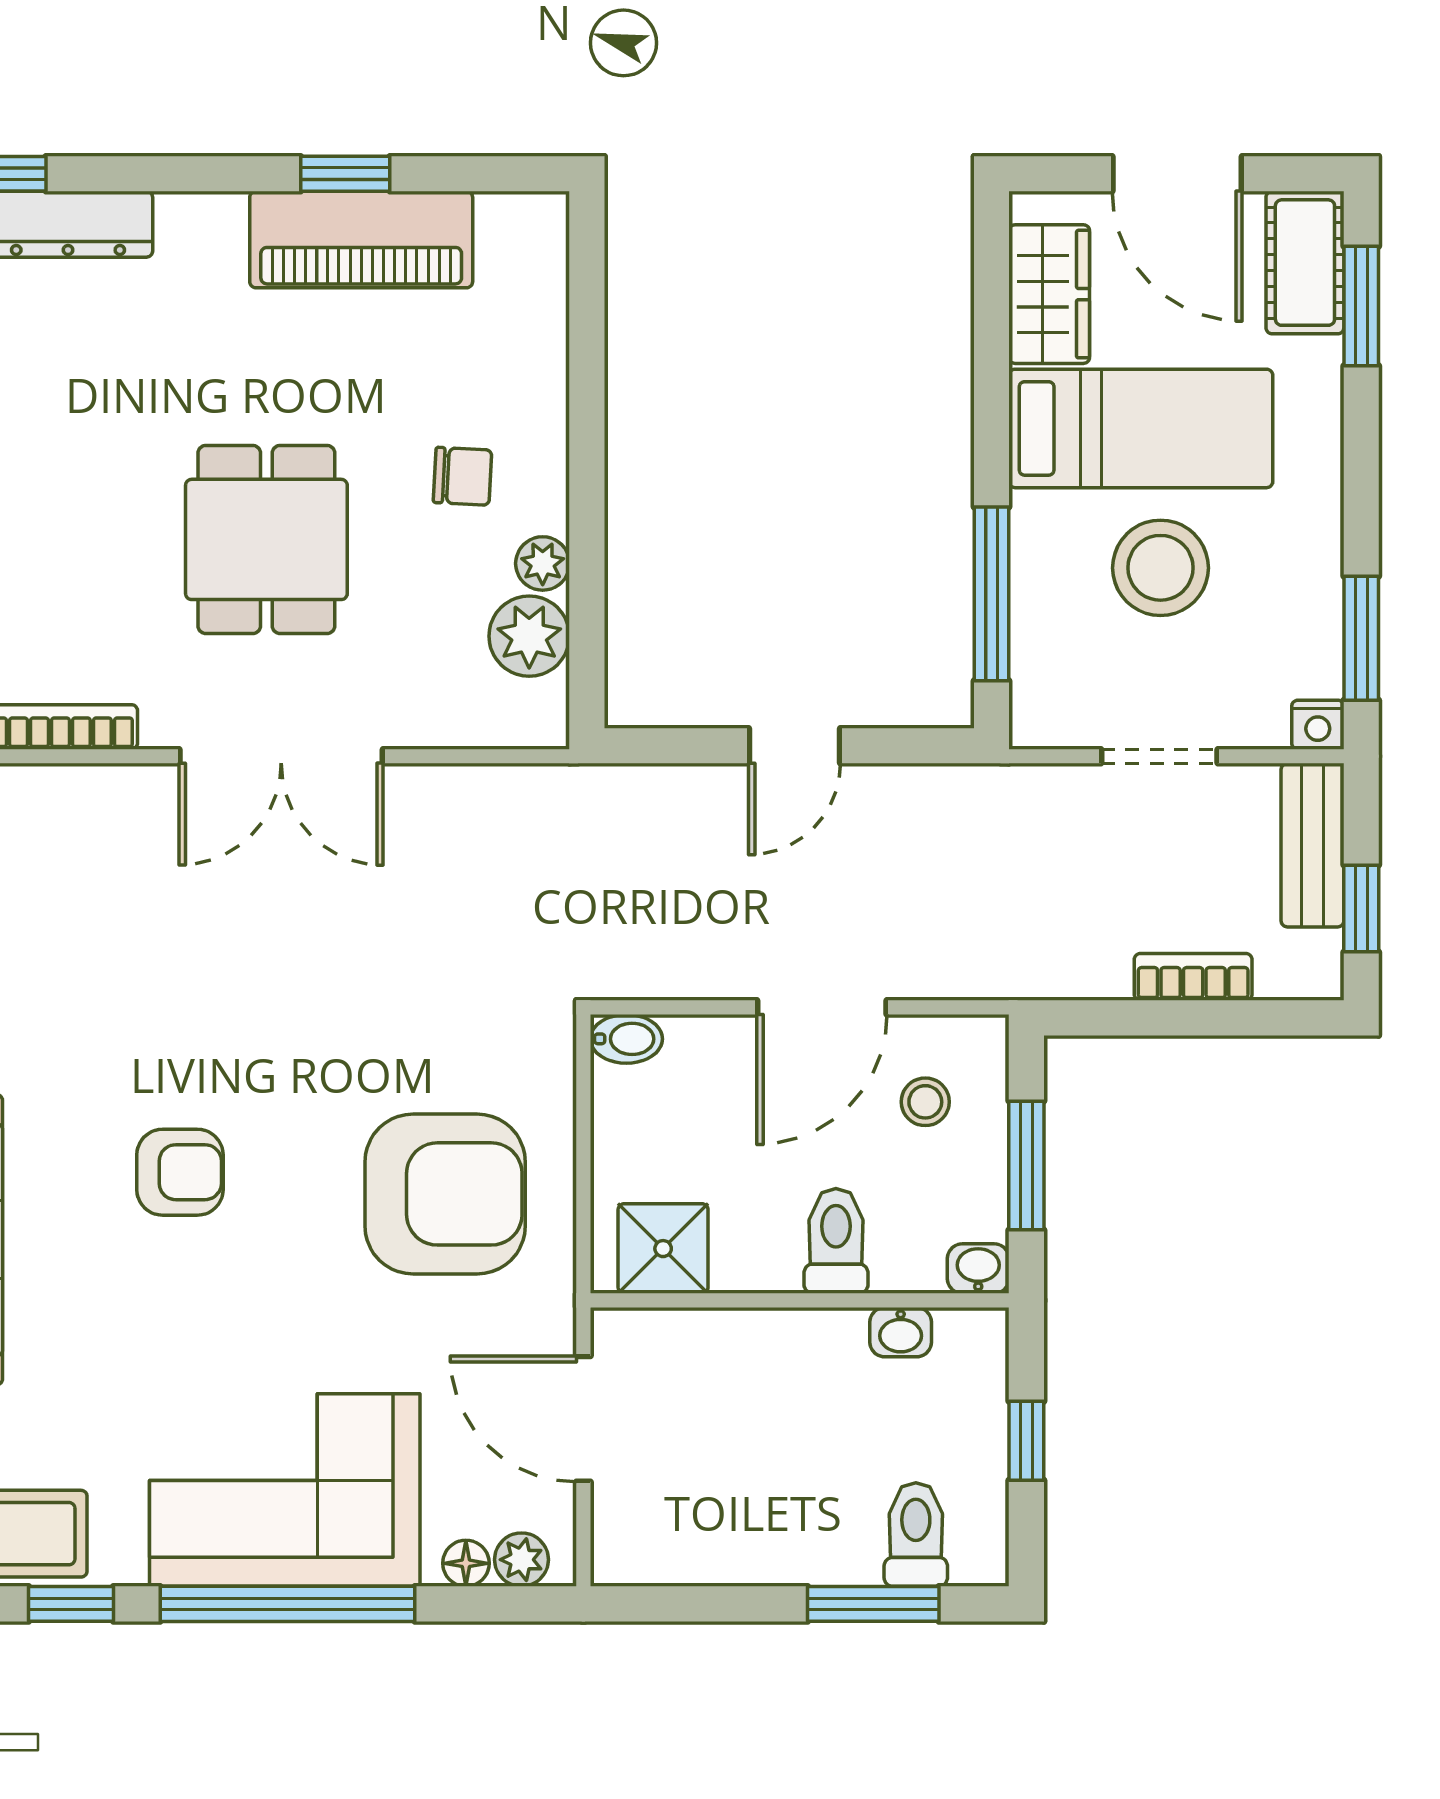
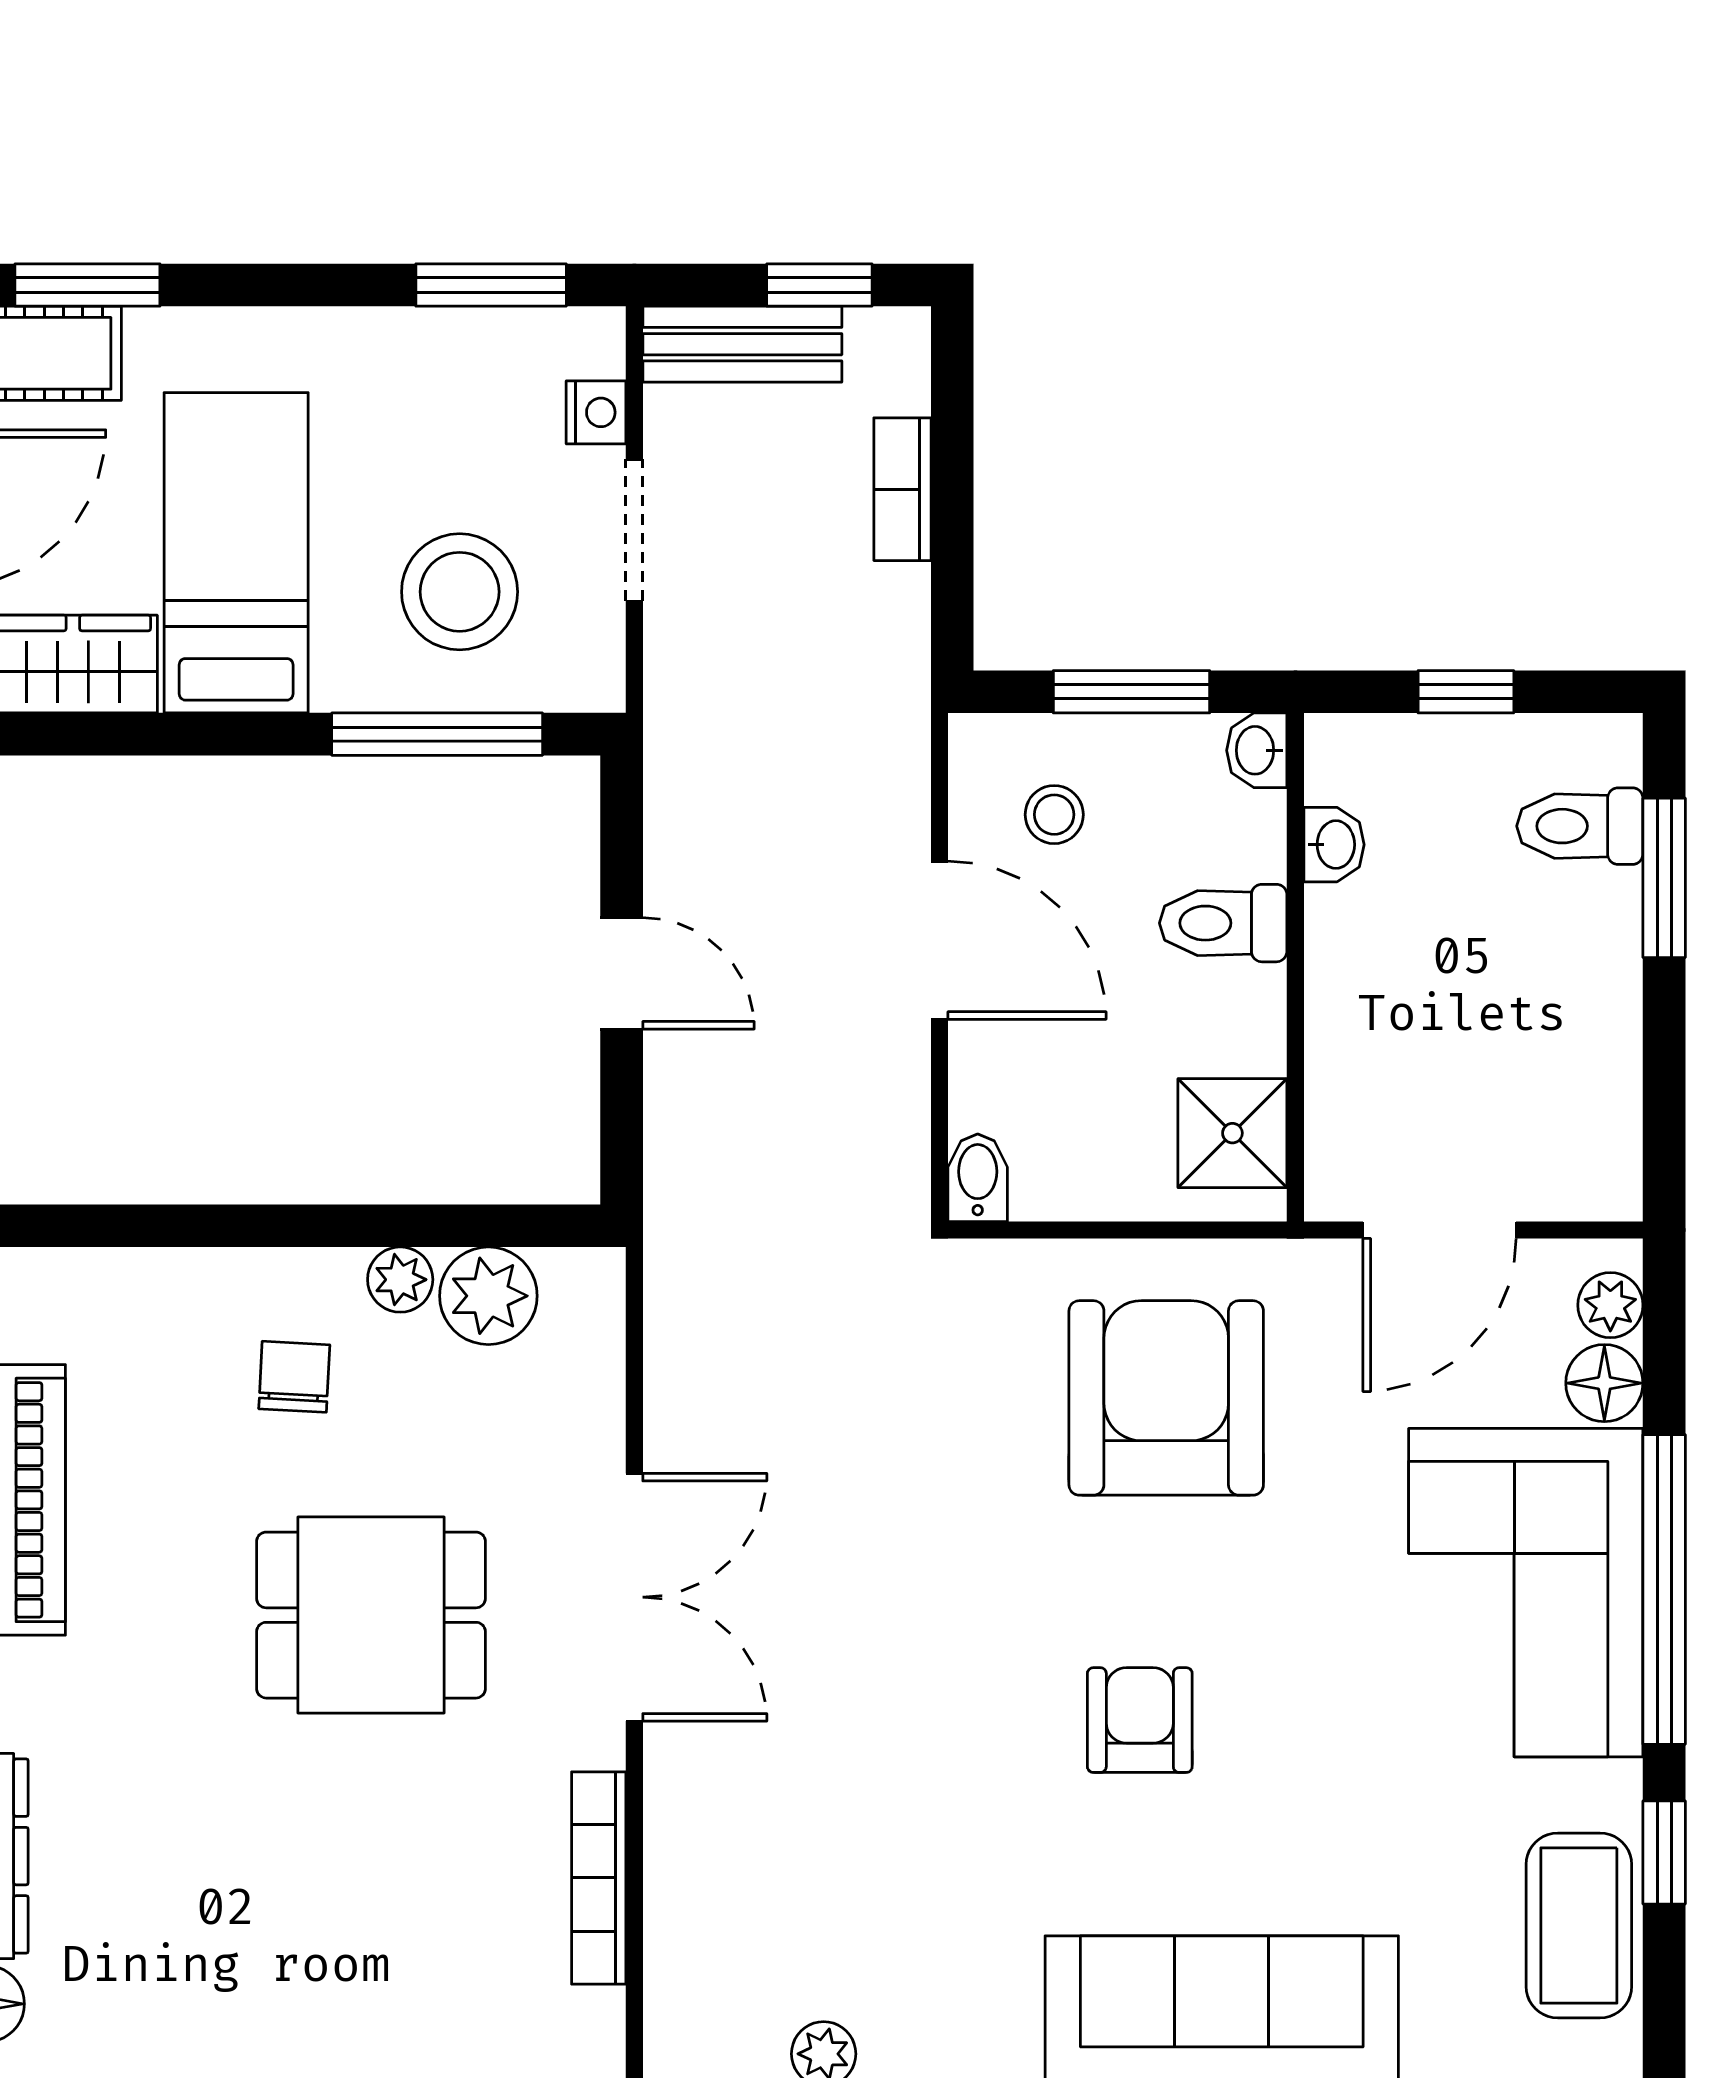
stool: (1160, 568) -> (460, 592), moved
nightstand: (1318, 725) -> (596, 412), moved
floor lamp: (466, 1563) -> (1604, 1383), width x1.37, depth x1.37

